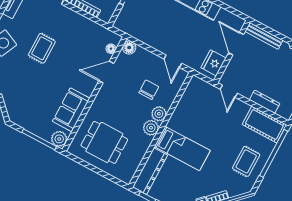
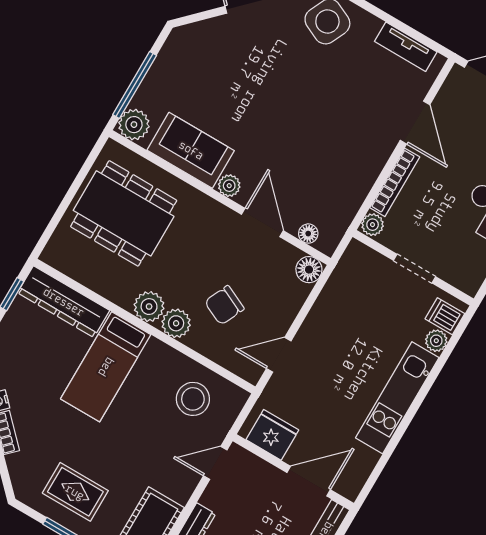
plant: (105, 16) -> (373, 225), added
rug: (42, 48) -> (314, 97), removed
plant: (88, 90) -> (229, 186), added
chair: (149, 90) -> (224, 305), turned 115
stool: (197, 104) -> (193, 399), added
dining table: (104, 142) -> (124, 213), width x1.38

